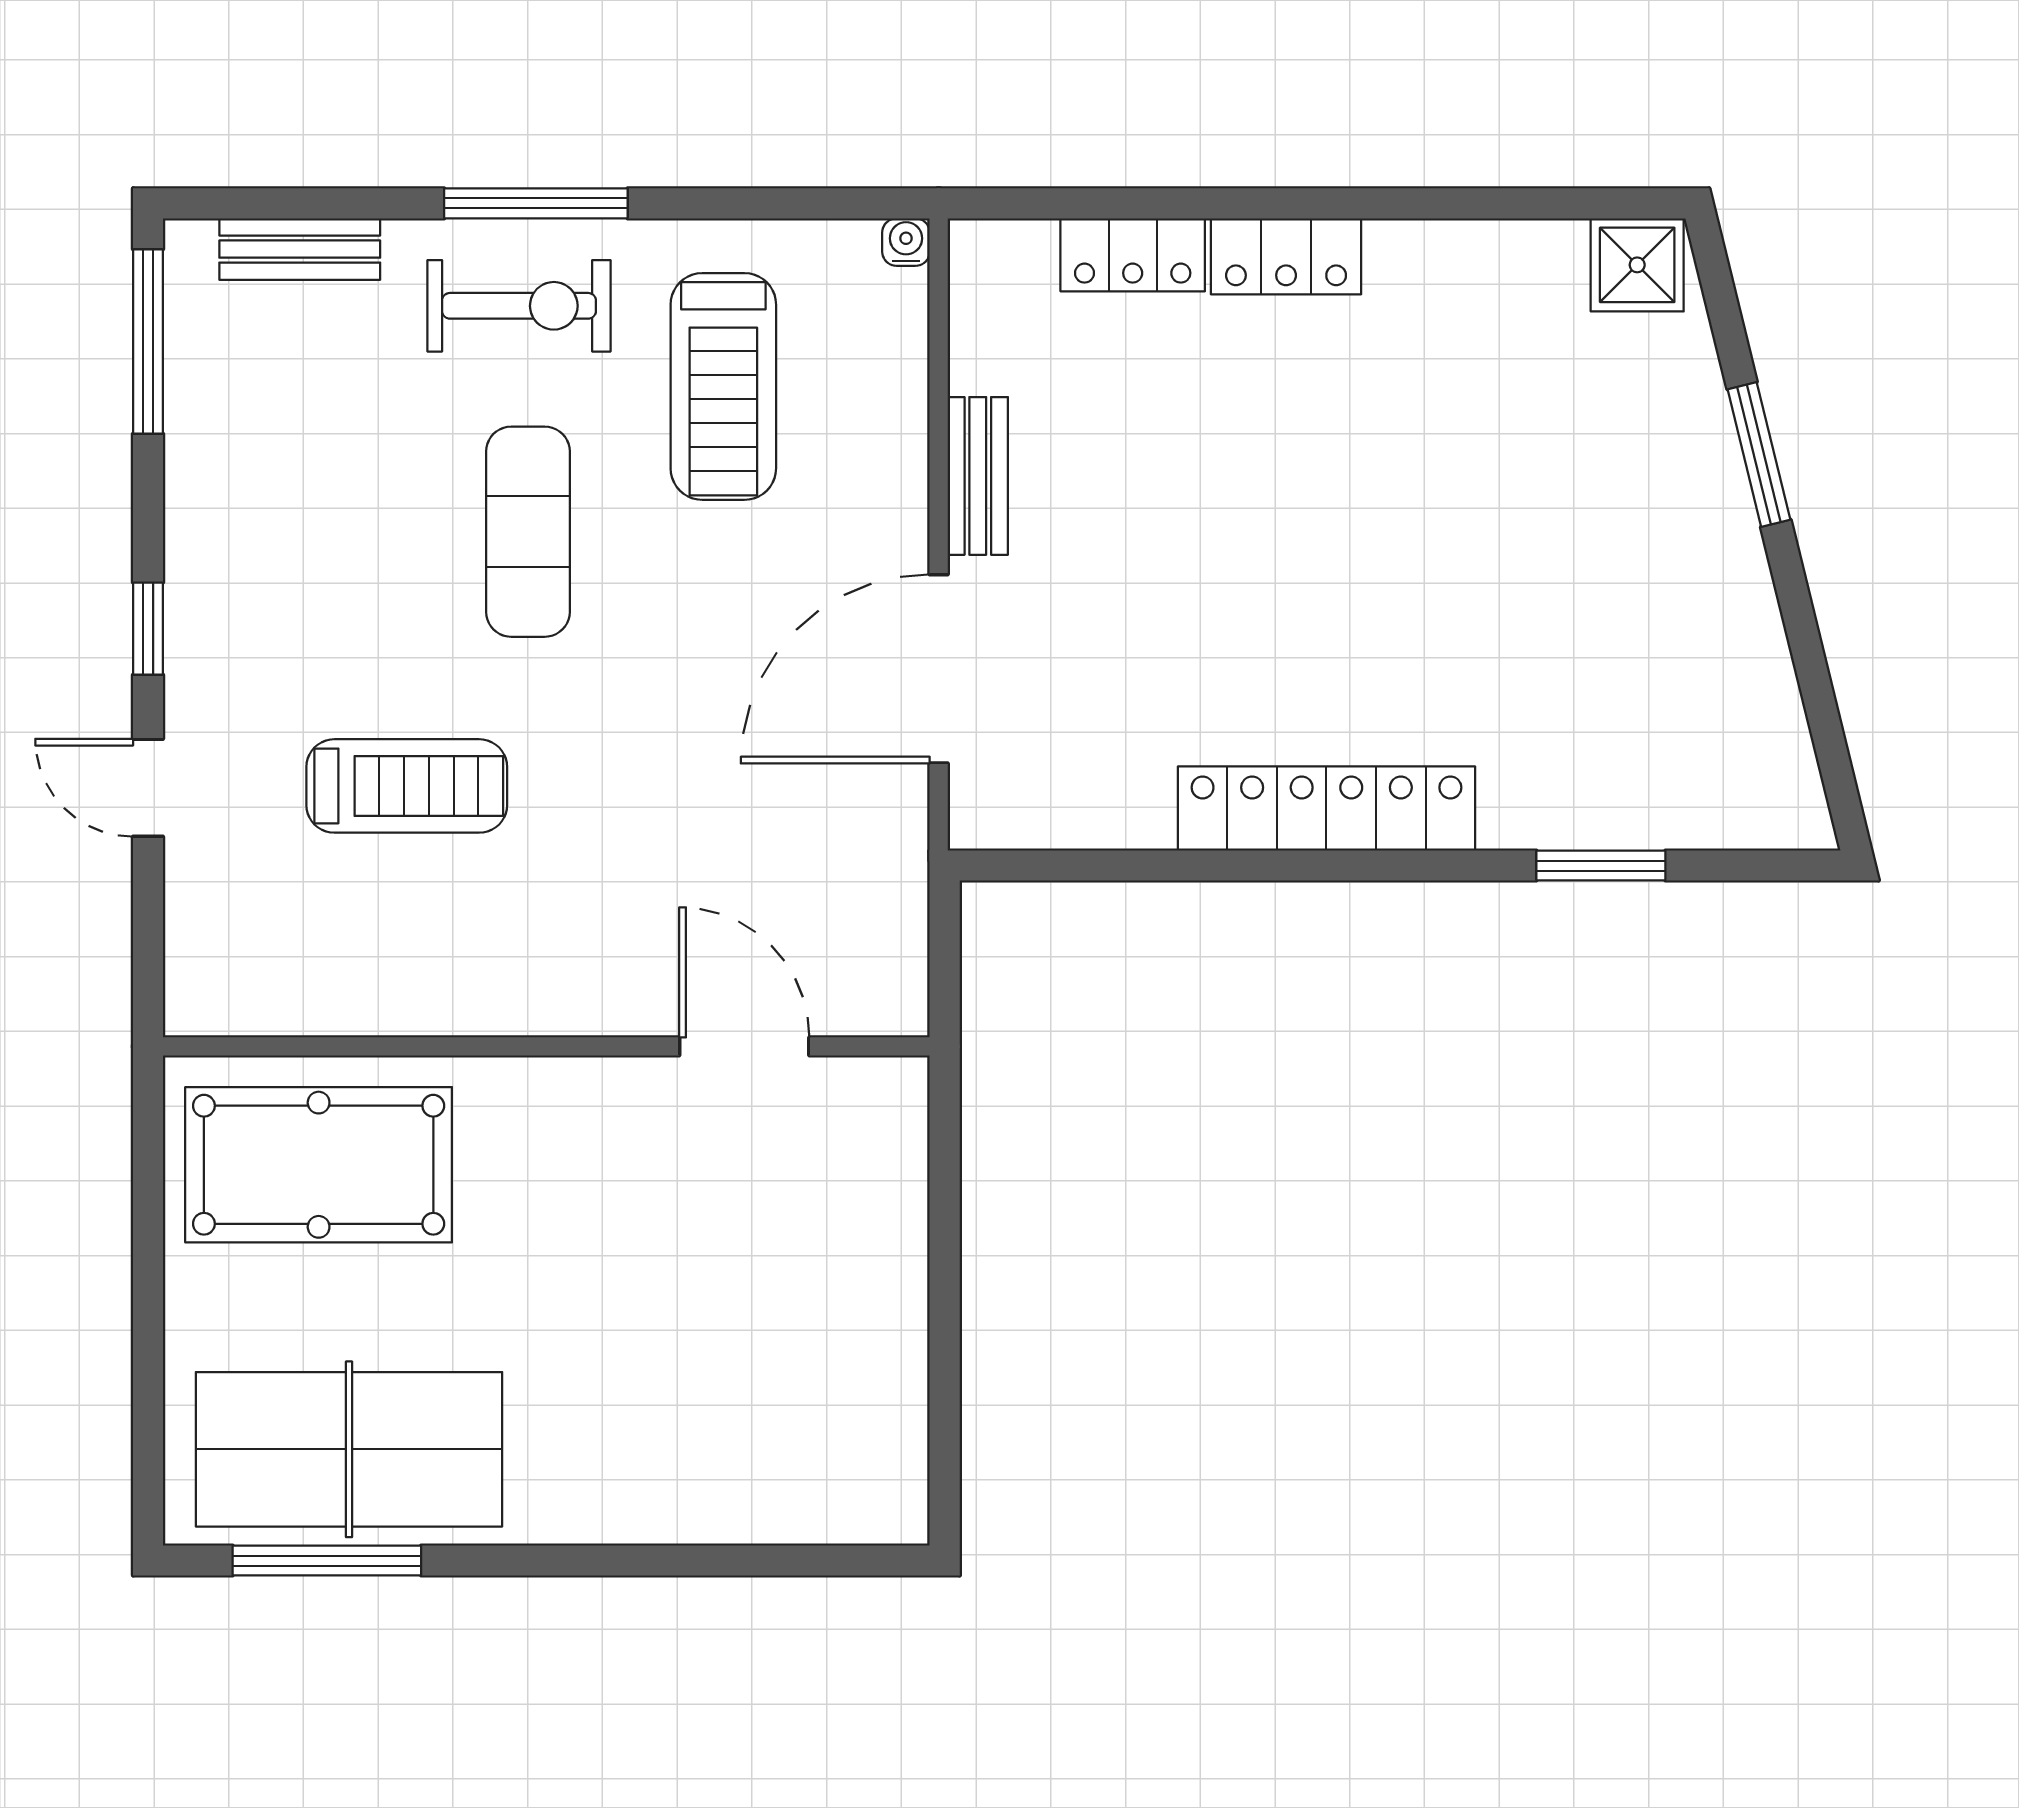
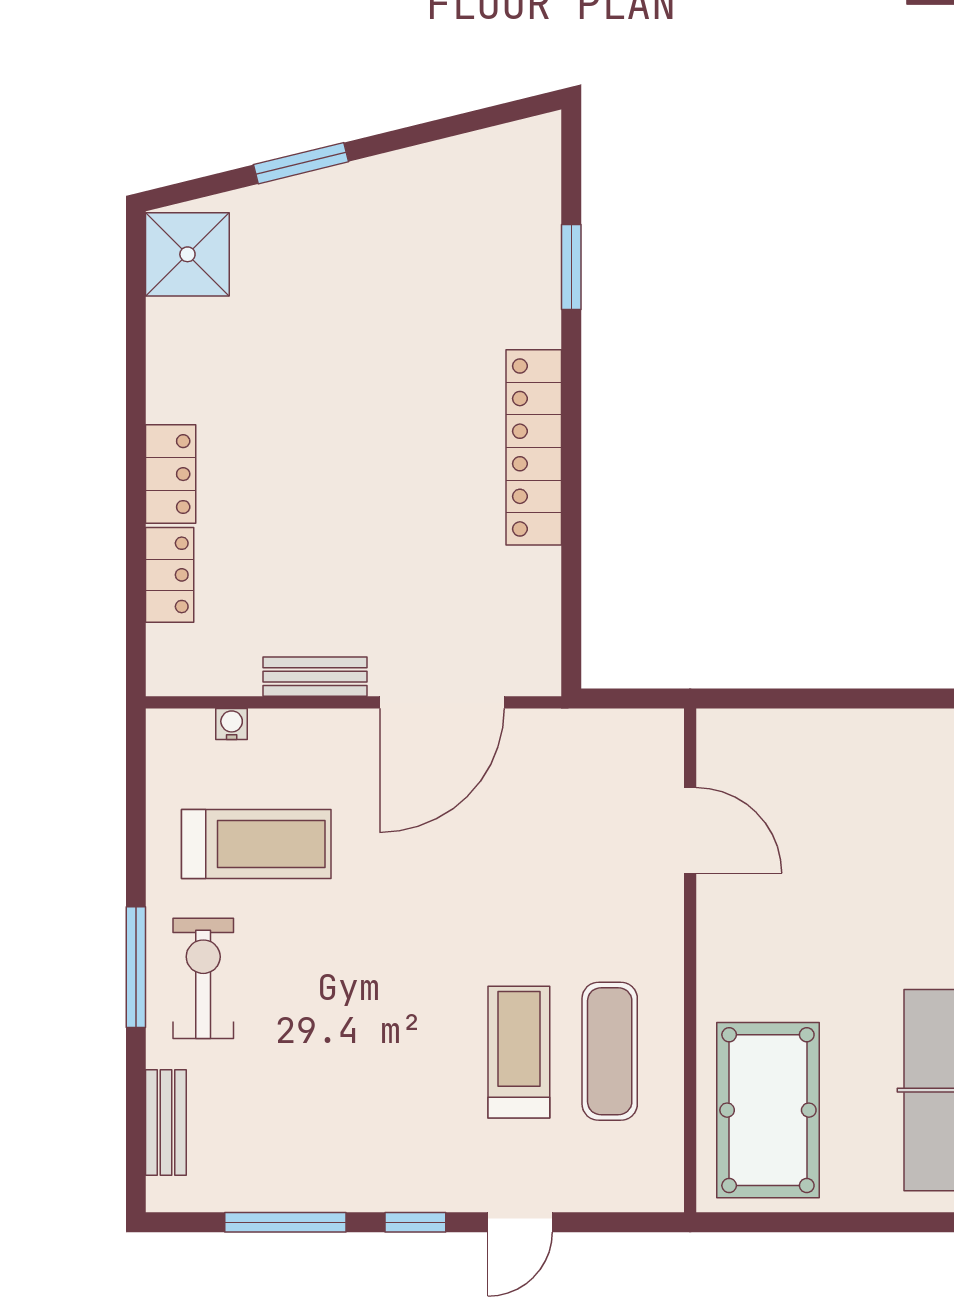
water cooler: (906, 242) -> (232, 724), moved, turned 90
shower: (1637, 265) -> (187, 254), width x1.36, depth x1.36
window: (148, 342) -> (285, 1222), moved
exercise mat: (528, 532) -> (610, 1051), moved, turned 90
door: (939, 669) -> (442, 702), hinge flipped
door: (744, 1046) -> (690, 830), swing flipped

